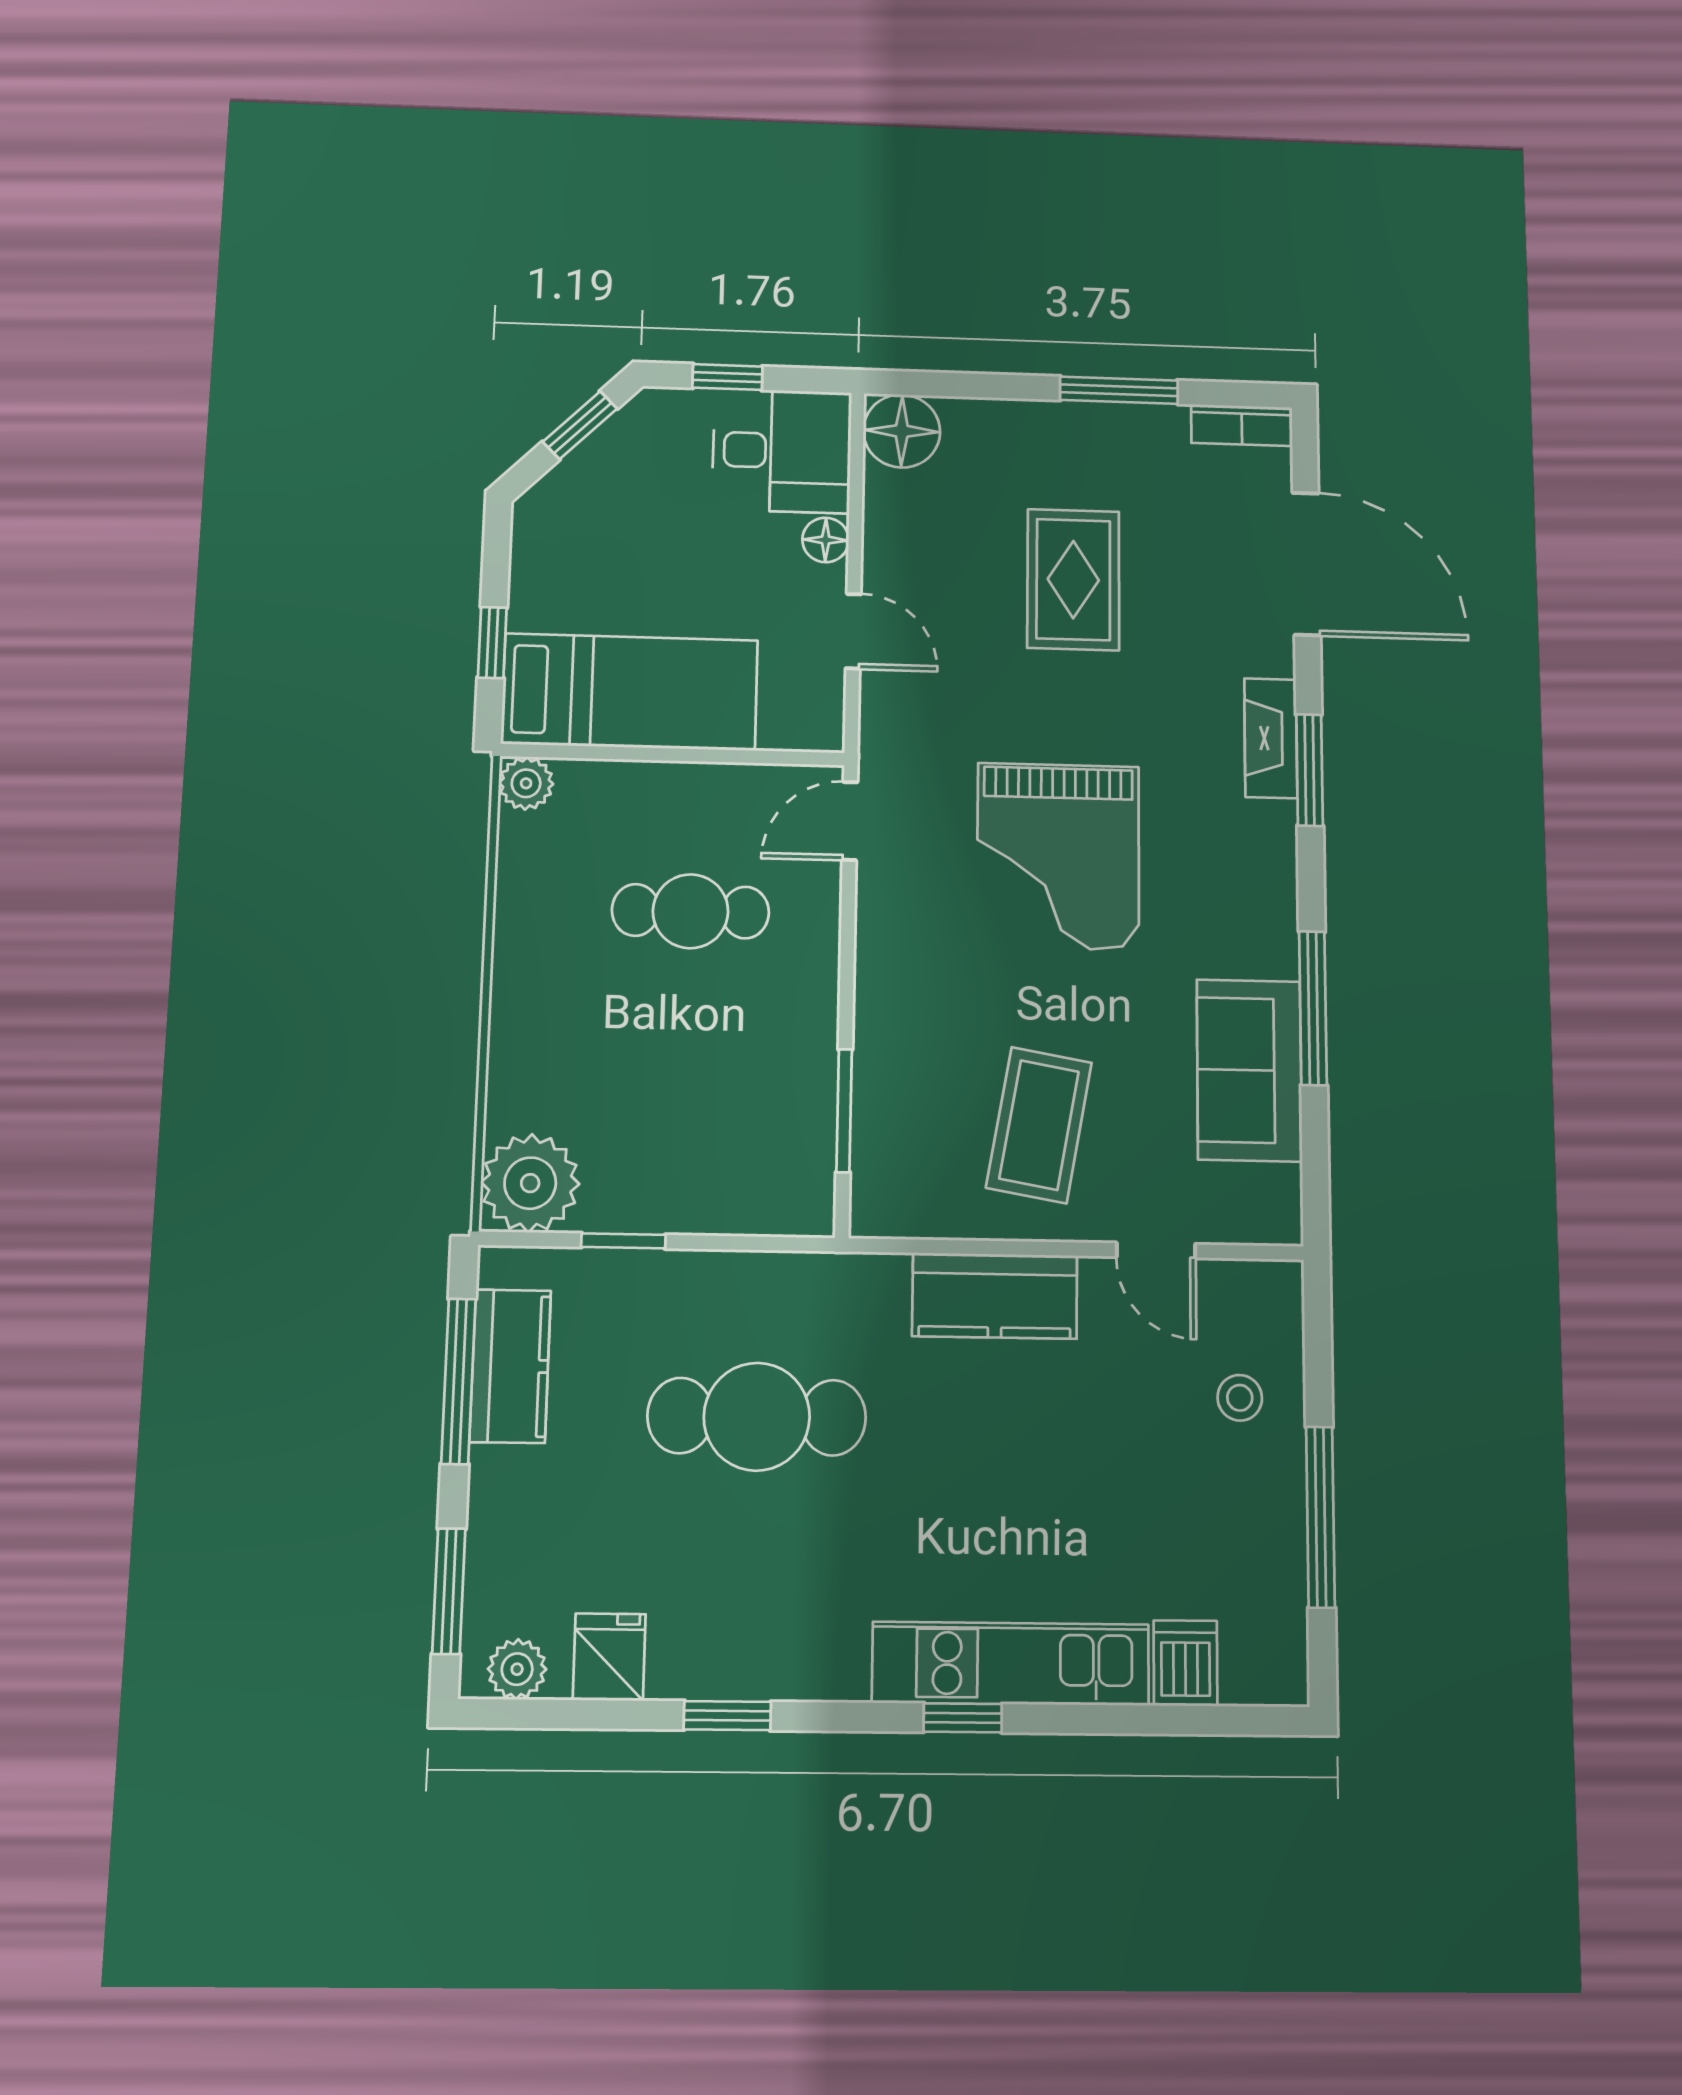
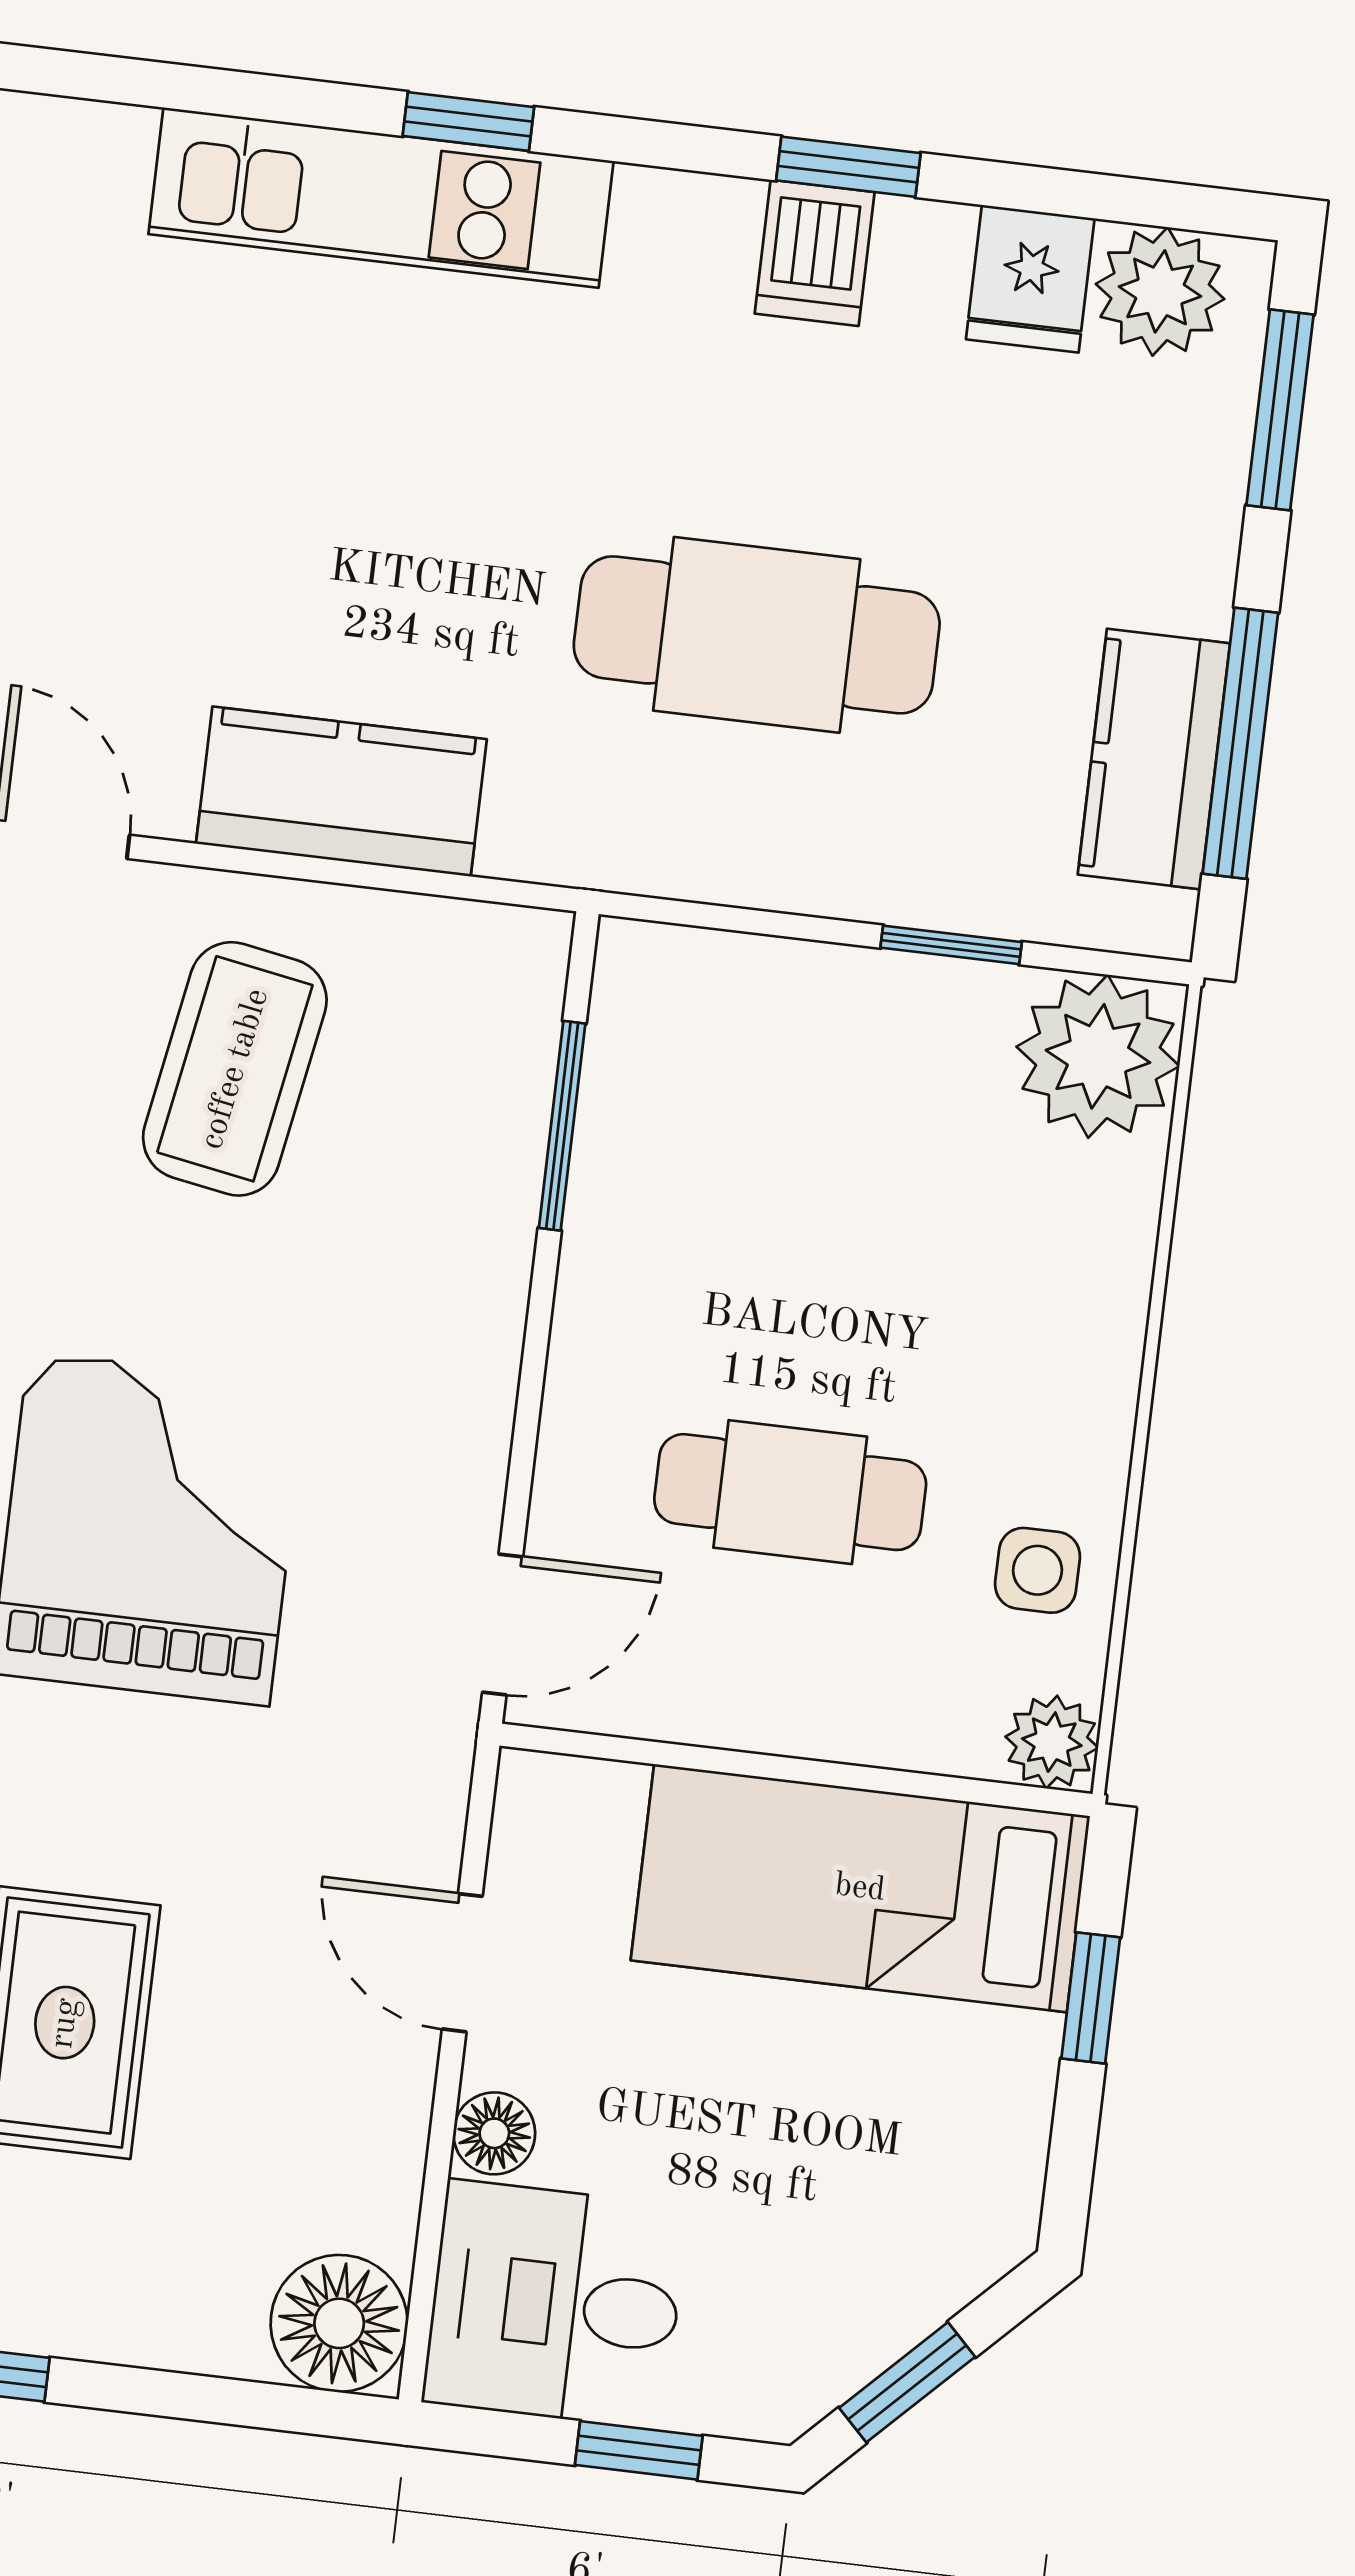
side table: (542, 880) -> (1038, 1570), added
dishwasher: (1185, 1663) -> (815, 253), moved
plant: (517, 1669) -> (1160, 291), width x1.38, depth x1.38

